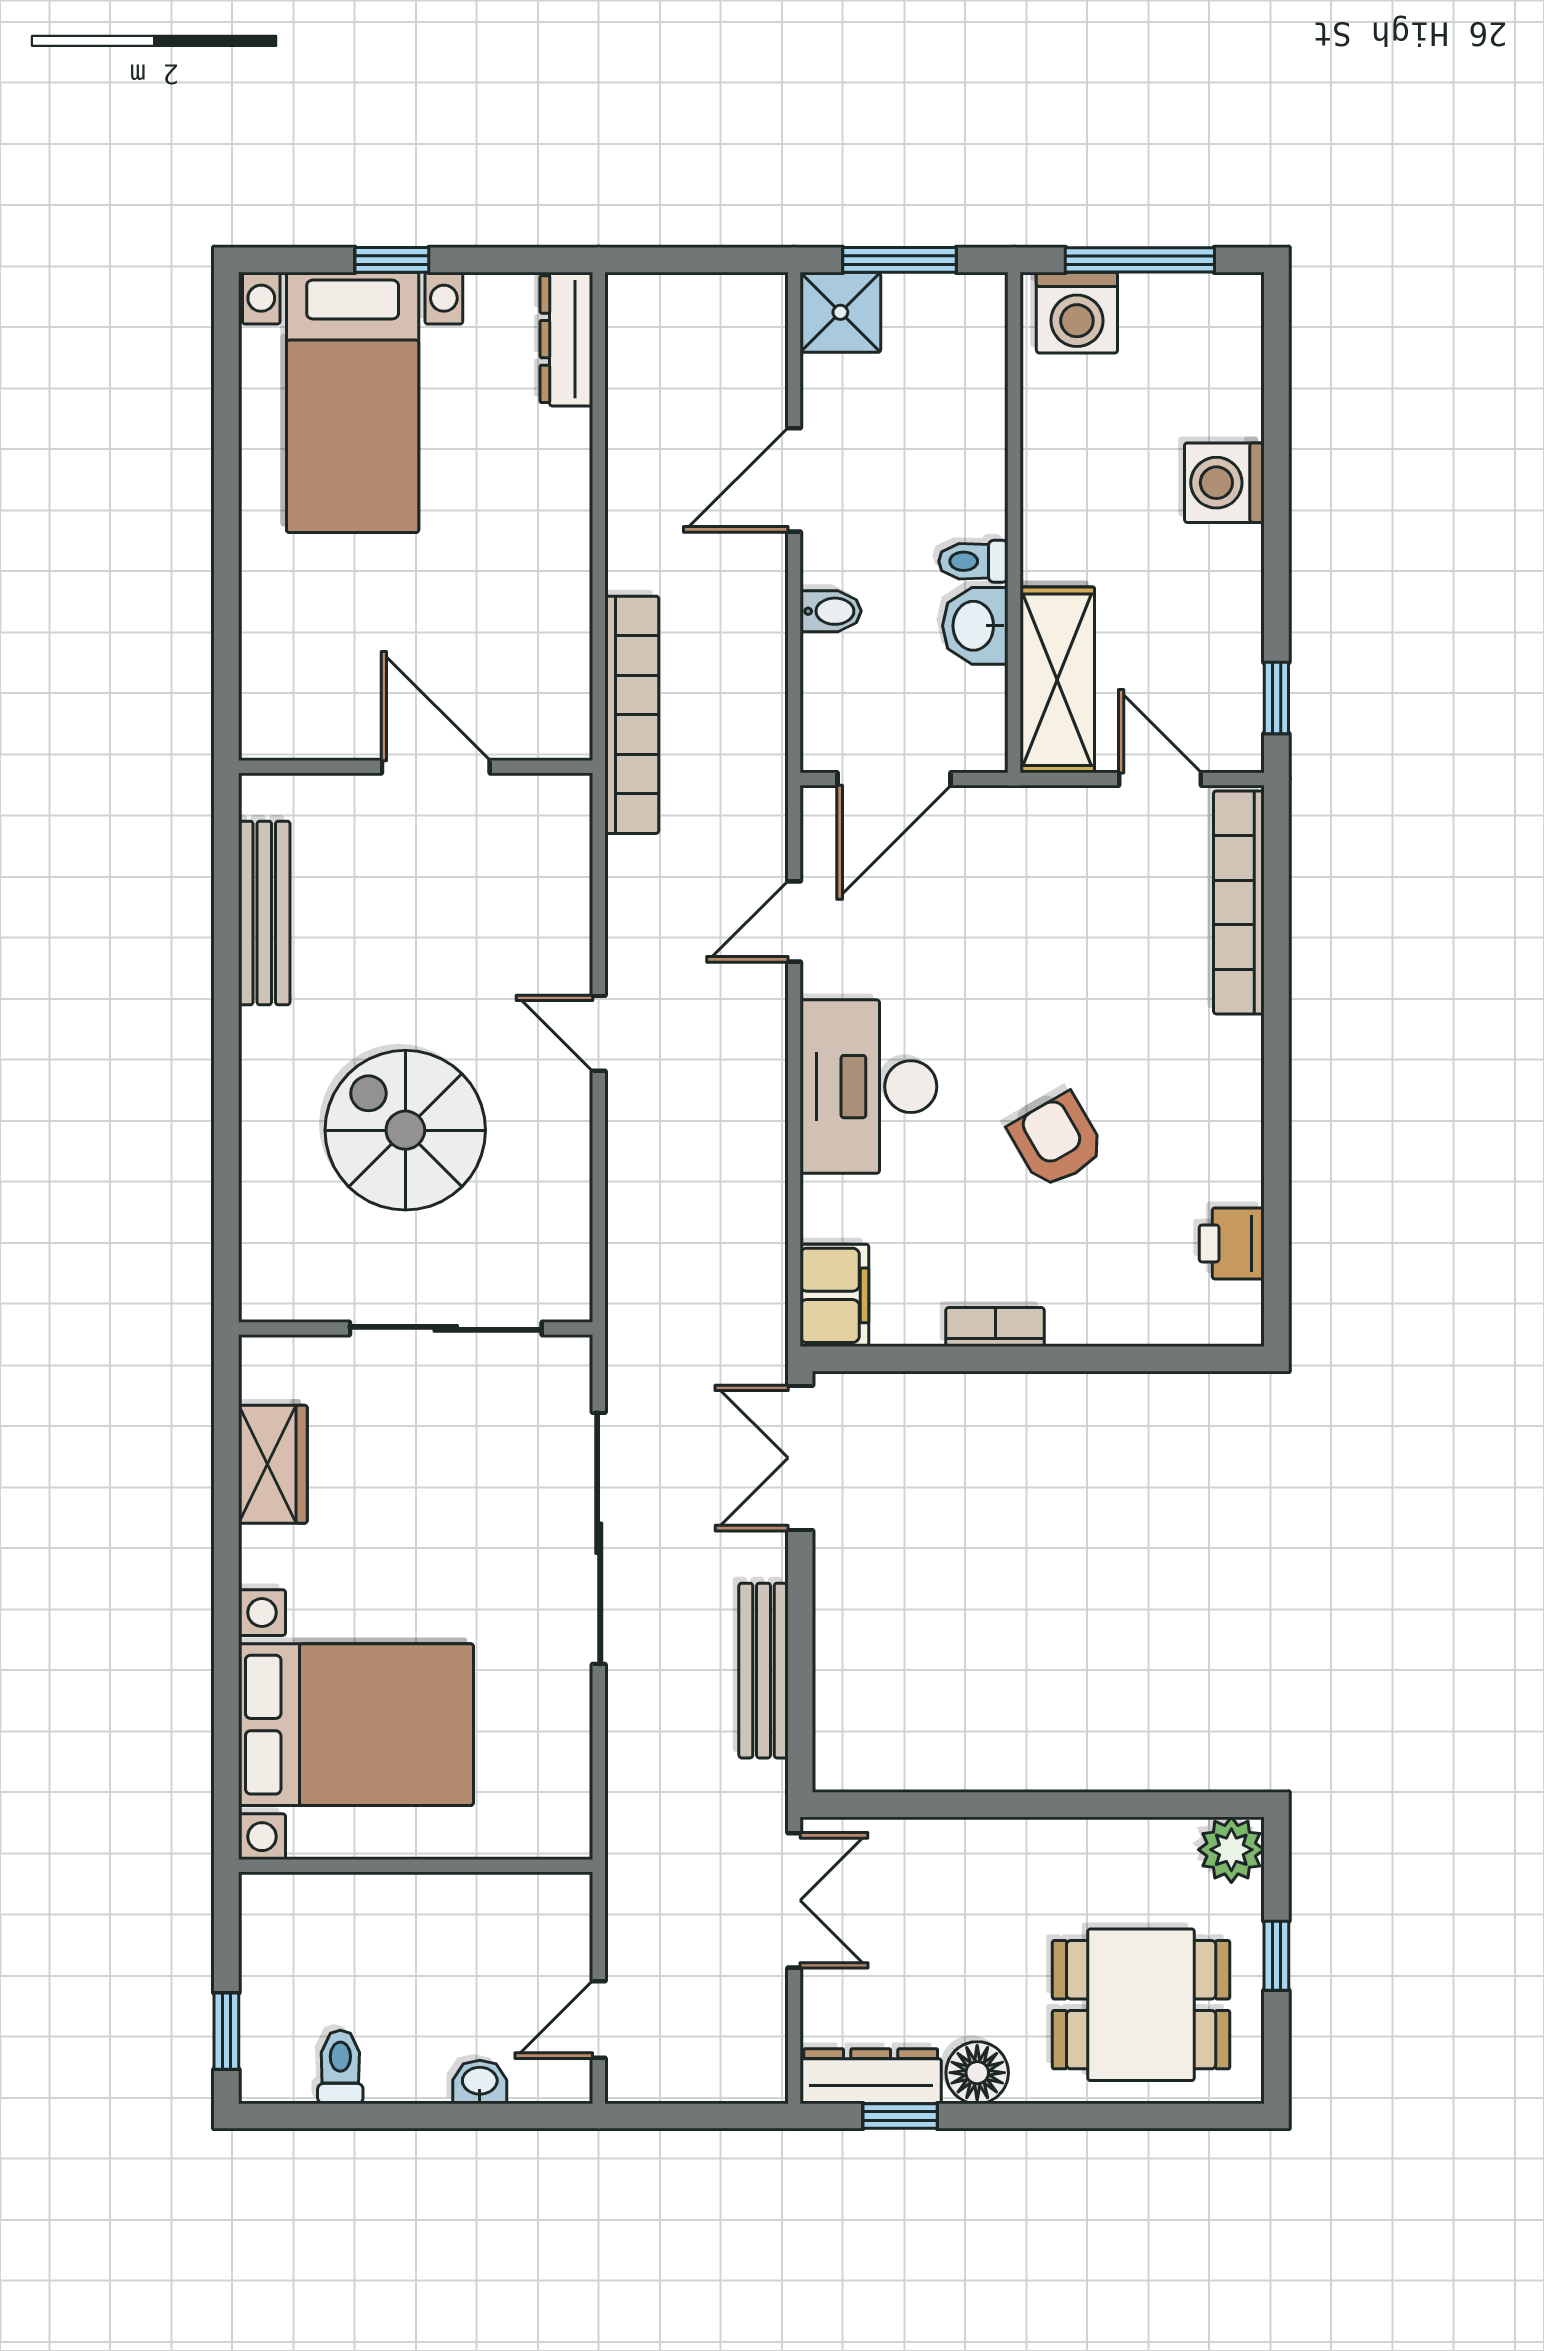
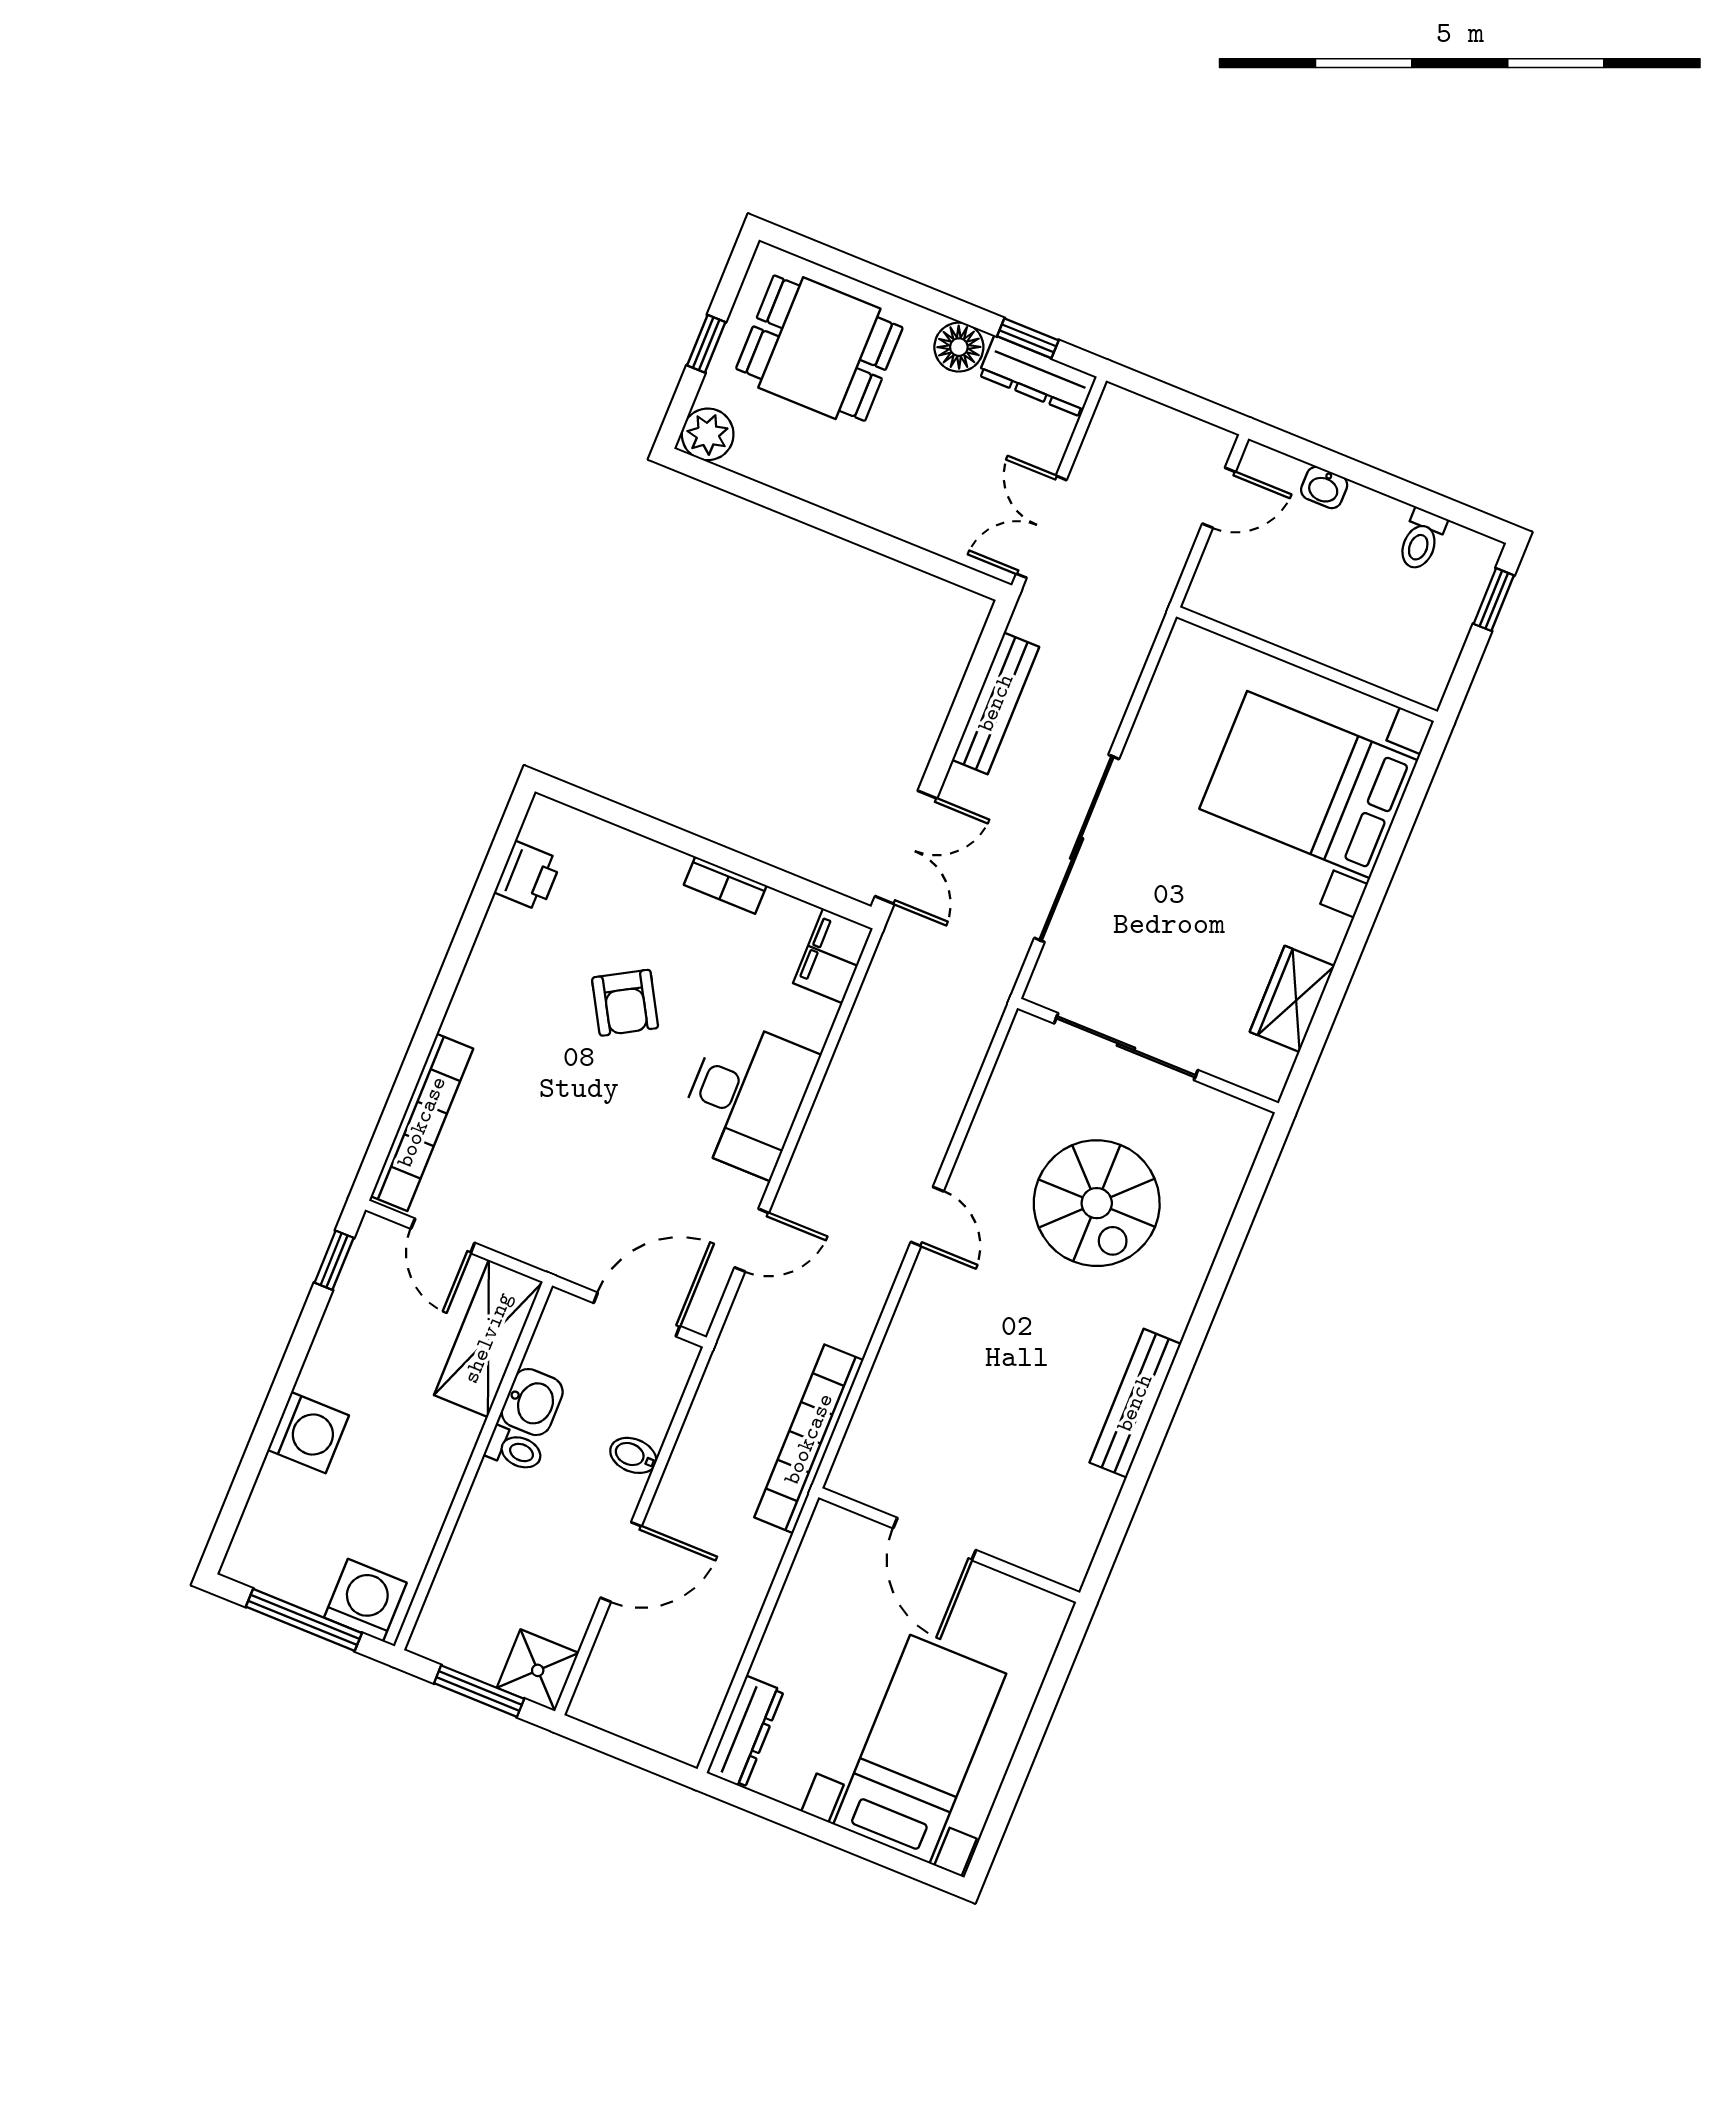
window: (392, 260) -> (849, 1841), removed
wall: (416, 767) -> (949, 1545), moved
door: (436, 767) -> (935, 1539), moved

